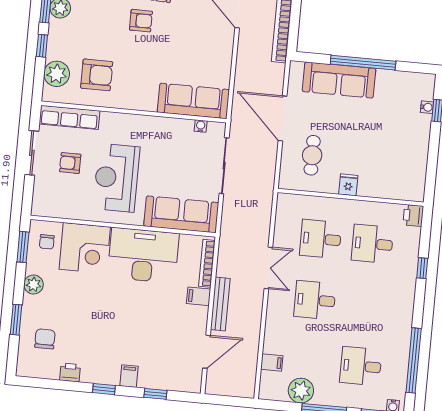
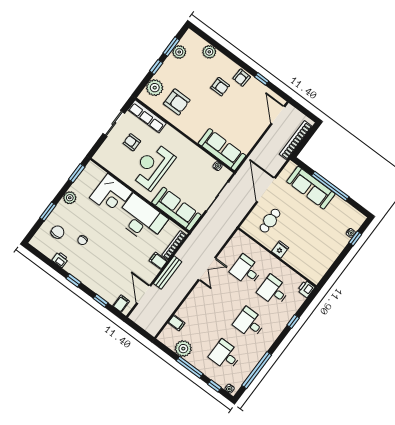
chair: (47, 242) -> (82, 240), moved
desk: (315, 300) -> (249, 323), moved
door: (206, 352) -> (144, 295), swing flipped
filing cabinet: (129, 376) -> (121, 304), moved

